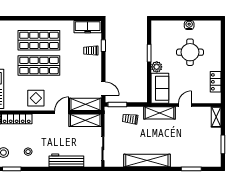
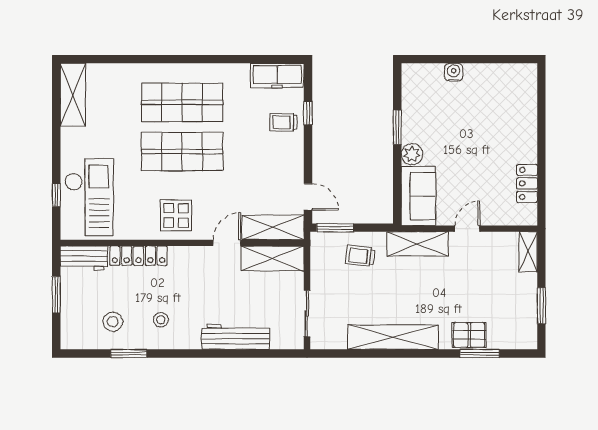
water cooler: (189, 25) -> (454, 72), moved
round table: (190, 52) -> (477, 126), removed
pallet: (186, 159) -> (469, 335), added

